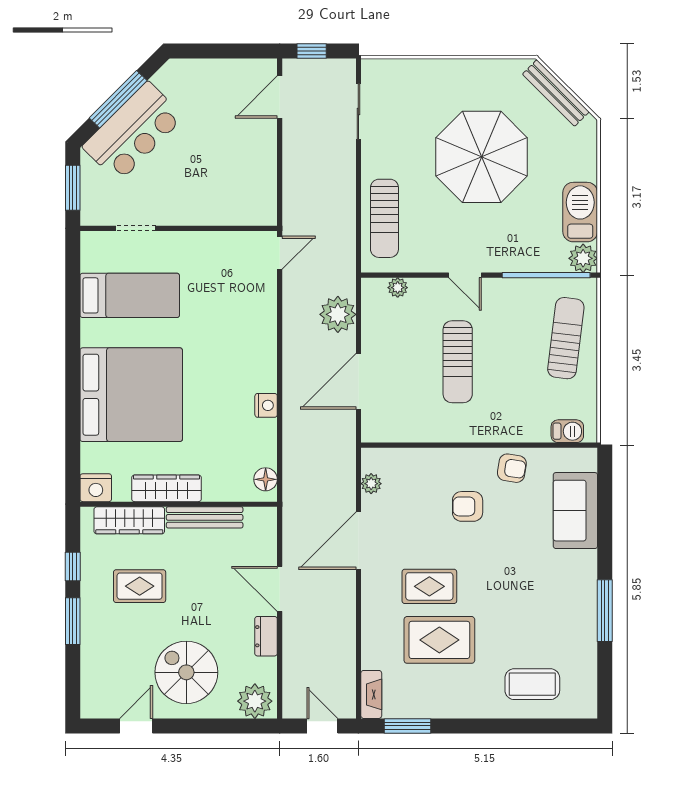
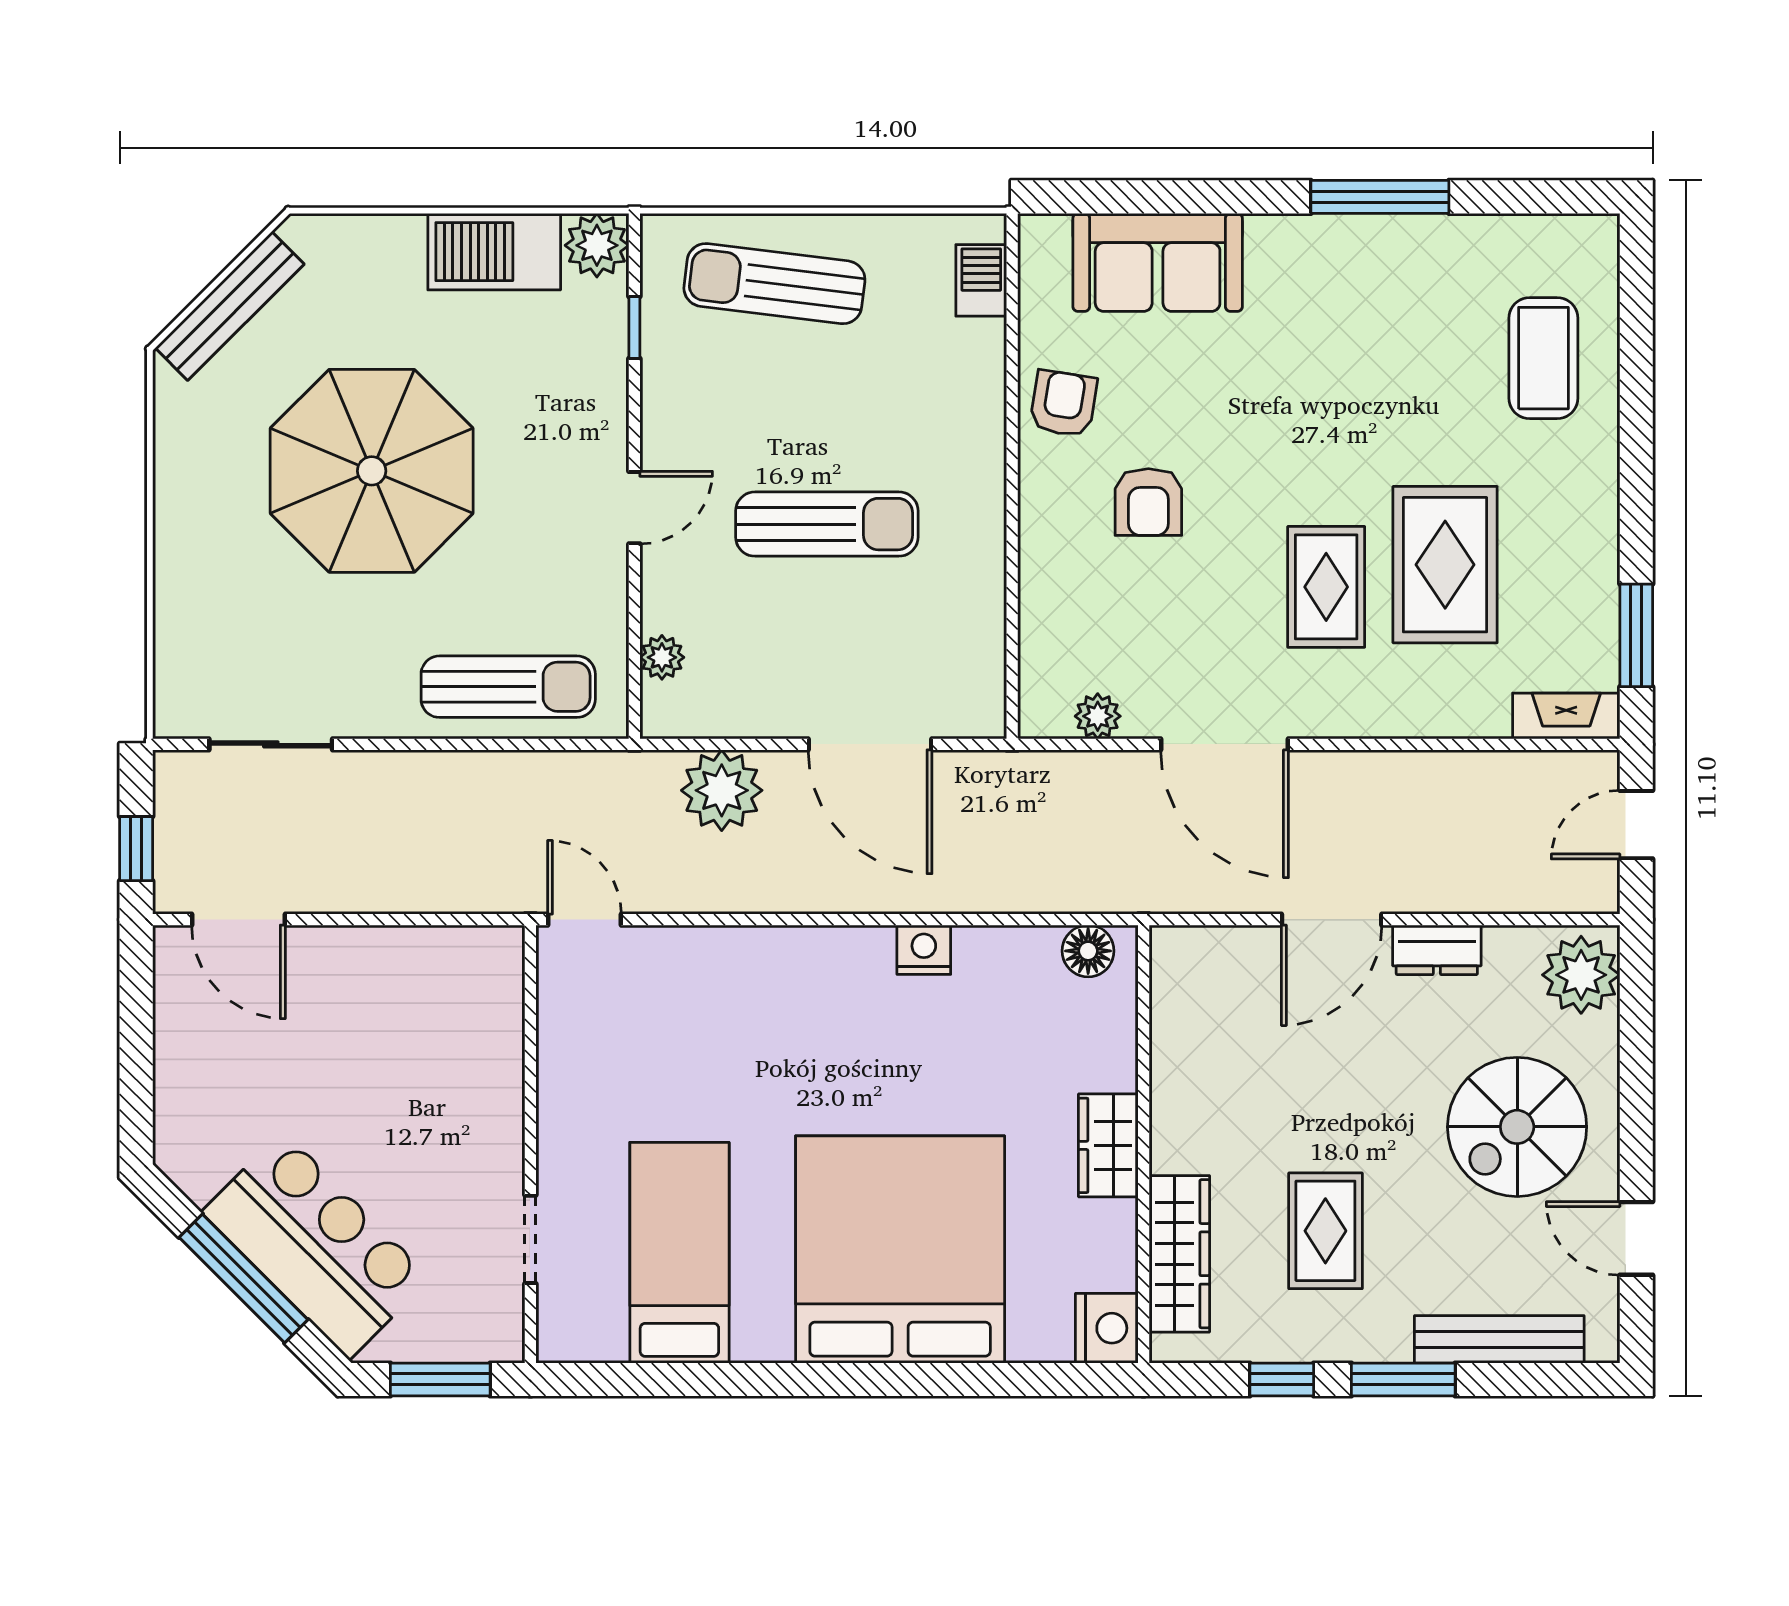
window: (546, 275) -> (634, 328), width x0.32
wardrobe: (166, 488) -> (1108, 1145), width x0.67
bench: (205, 517) -> (1499, 1339), moved, turned 90

